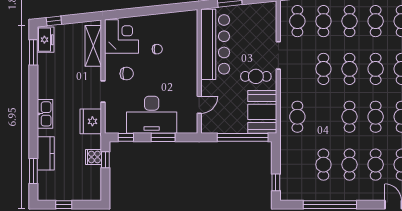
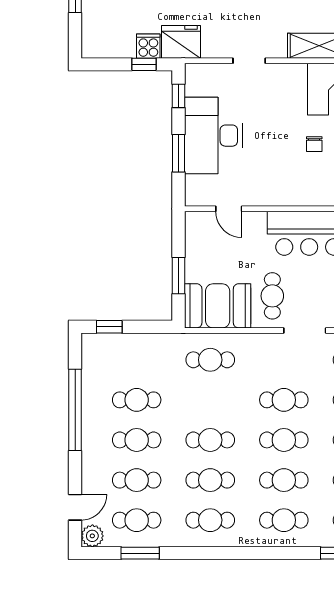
chair: (127, 74) -> (277, 97), removed
fridge: (91, 121) -> (181, 42), moved
window: (243, 137) -> (178, 276), width x0.47

